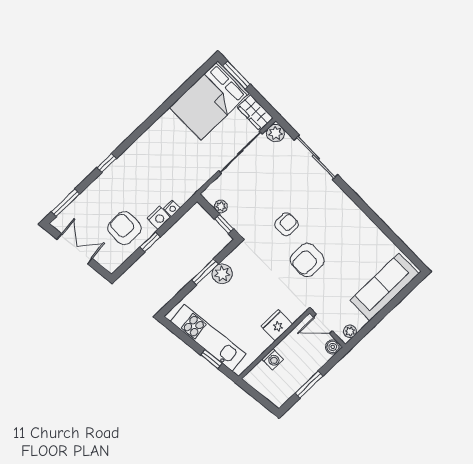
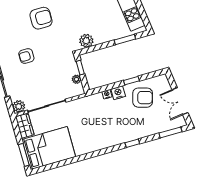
armchair: (286, 224) -> (26, 56), moved
armchair: (124, 228) -> (143, 98), turned -74
window: (205, 272) -> (125, 39), moved
plant: (222, 274) -> (86, 41), moved

